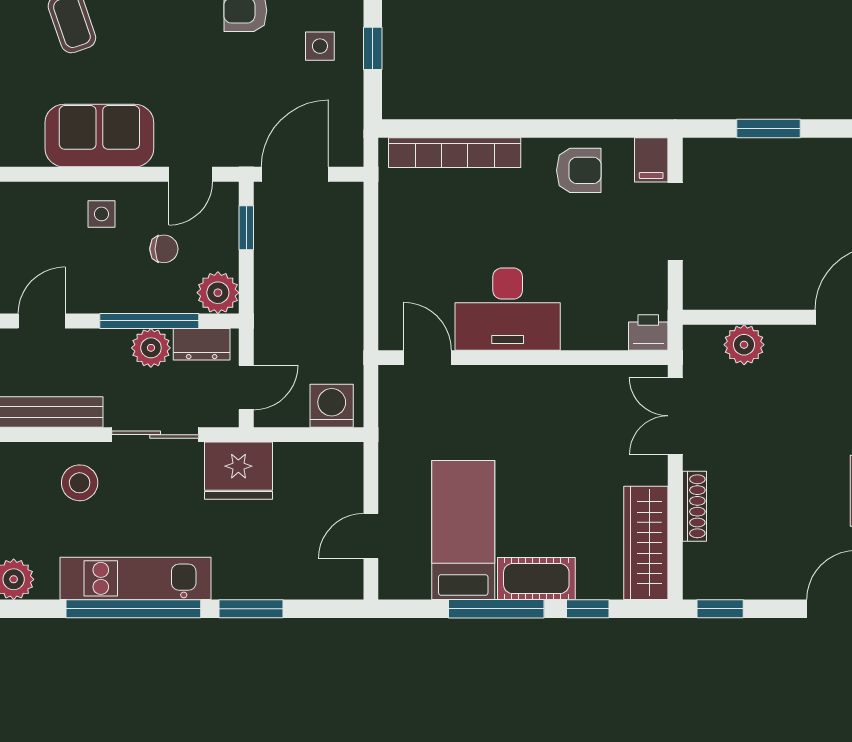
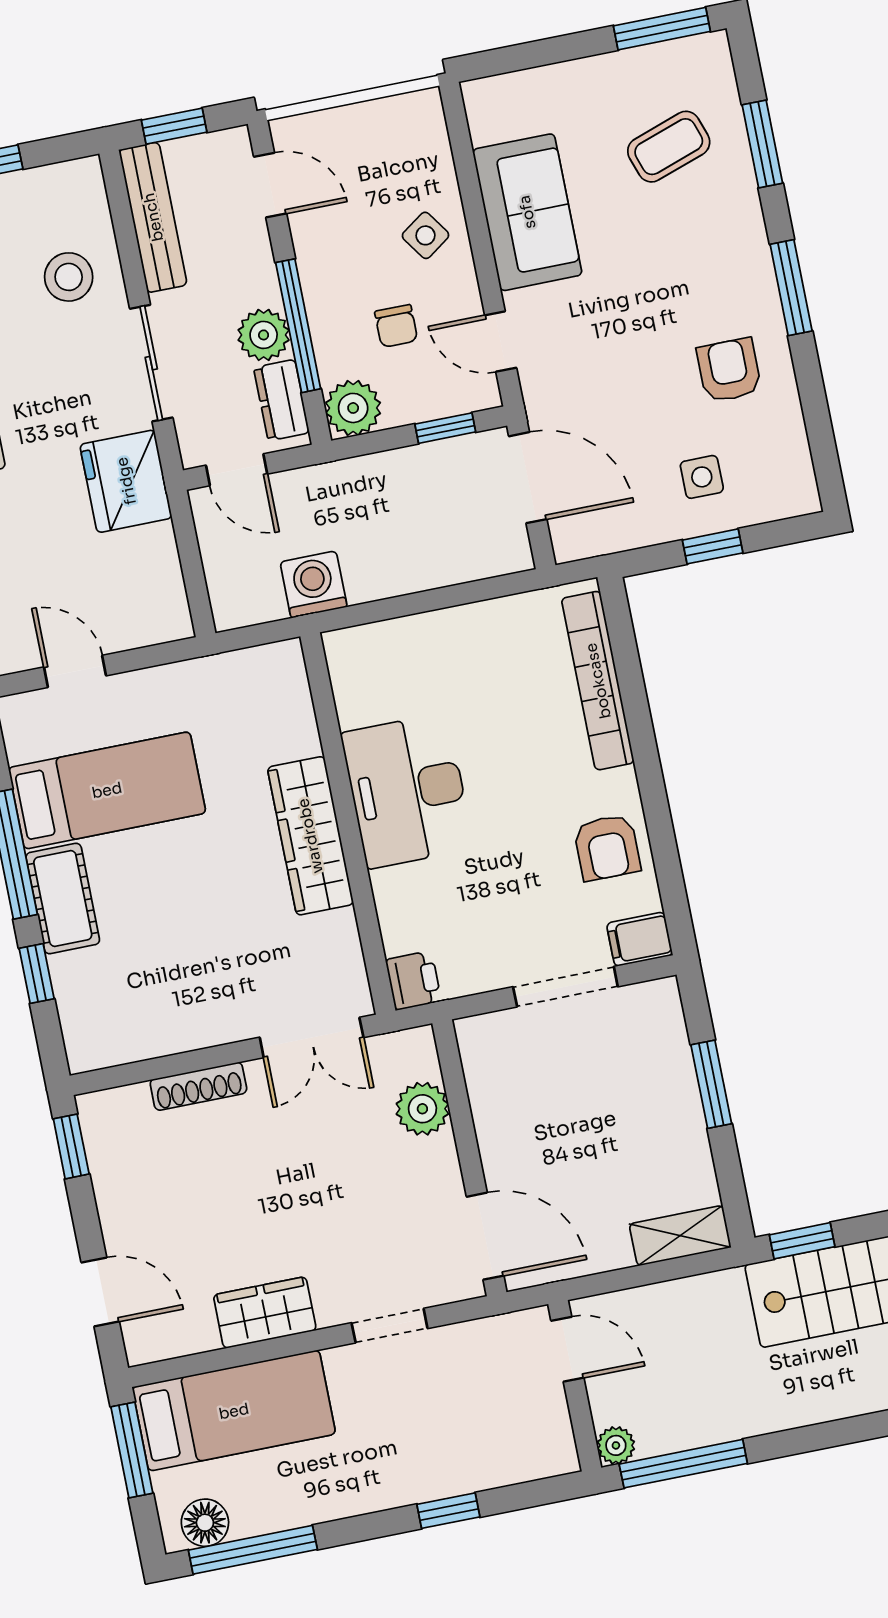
side table: (102, 214) -> (425, 235), turned -35
door: (428, 358) -> (323, 699), removed
washing machine: (332, 406) -> (314, 584), moved, turned -90
double door: (675, 416) -> (312, 1037), swing flipped
wardrobe: (646, 543) -> (310, 836), moved, turned -90

